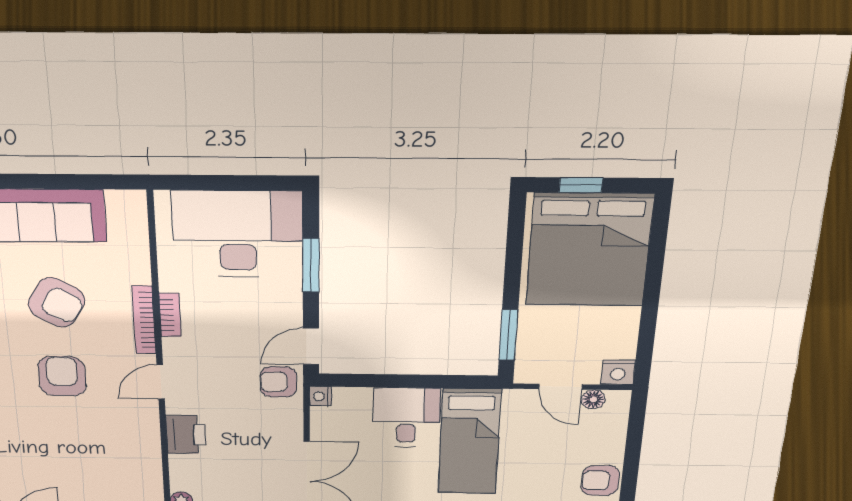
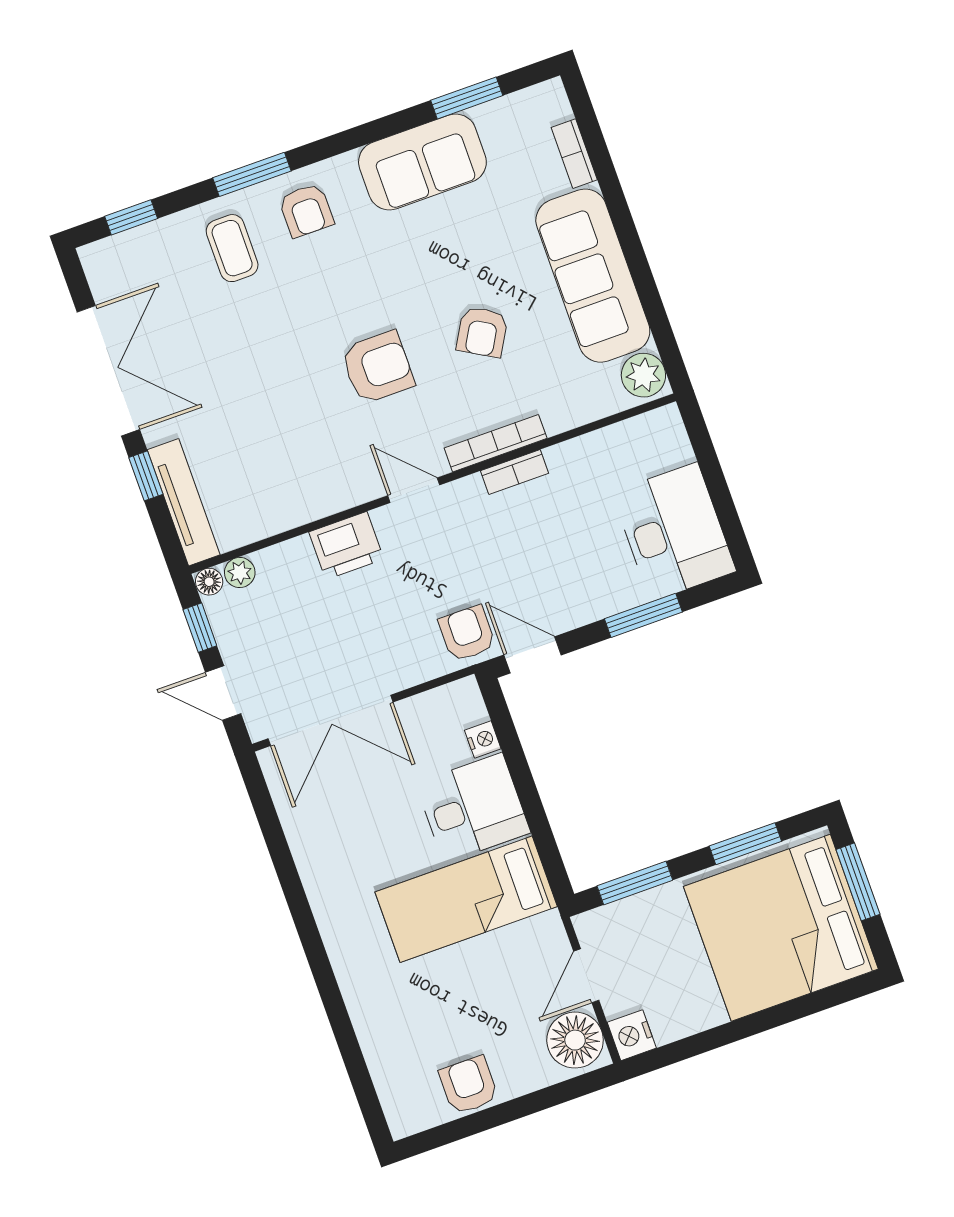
window: (581, 185) -> (858, 882), width x1.50
plant: (125, 206) -> (643, 375), added
desk: (238, 234) -> (674, 532), width x0.73, depth x0.77
window: (514, 253) -> (745, 844), added
armchair: (57, 303) -> (482, 332), width x0.72, depth x0.72
nightstand: (320, 396) -> (483, 739), moved, turned 90
floor lamp: (593, 399) -> (575, 1040), width x1.89, depth x1.89

